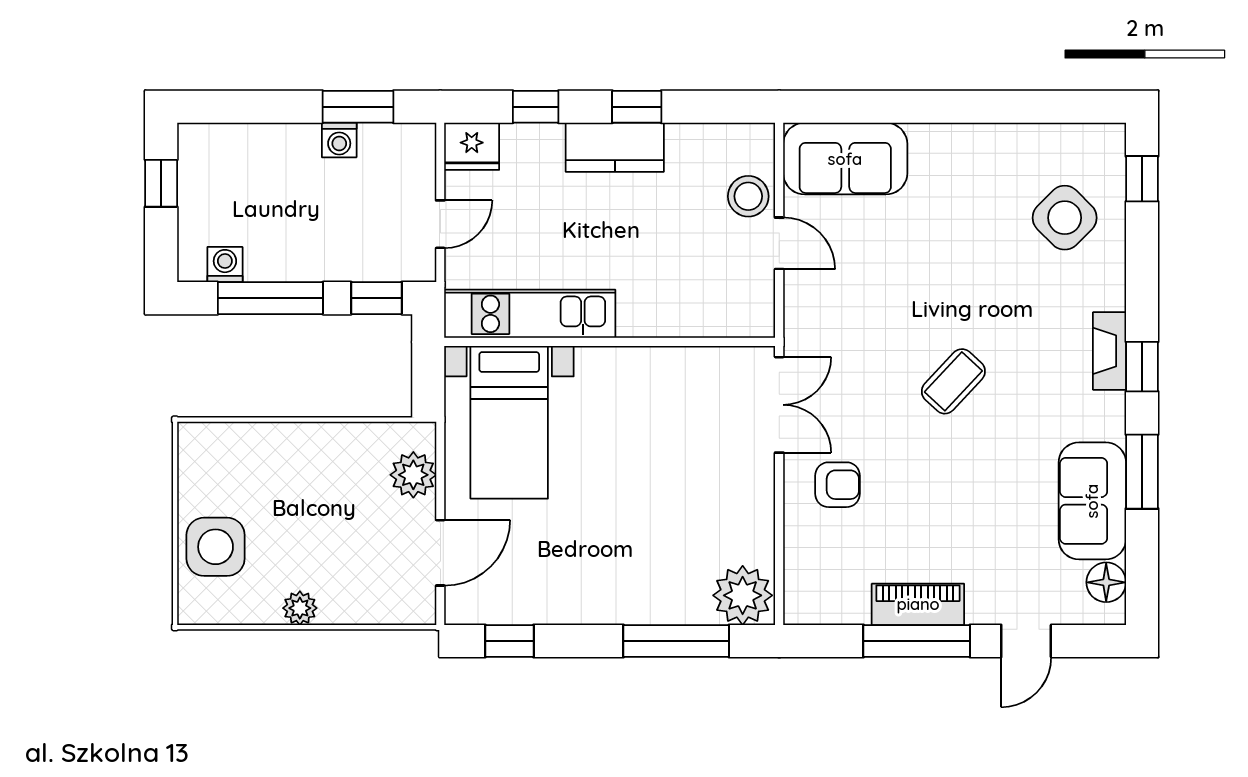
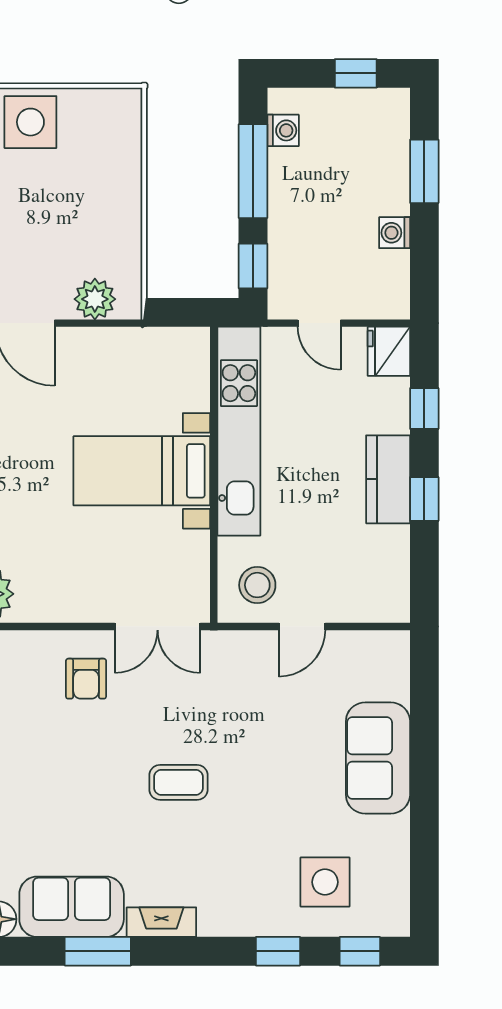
window: (358, 107) -> (424, 171), moved
sofa: (845, 159) -> (378, 758), moved
stool: (748, 196) -> (257, 585), moved
side table: (1065, 218) -> (325, 882), turned 45
kitchen unit: (530, 314) -> (239, 431), width x1.36
fireplace: (1110, 351) -> (161, 922), moved
window: (1142, 367) -> (278, 951), moved
coffee table: (953, 381) -> (179, 782), turned -43
bed with nightstands: (509, 422) -> (142, 471), moved

